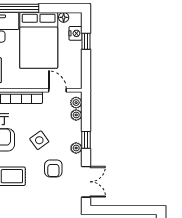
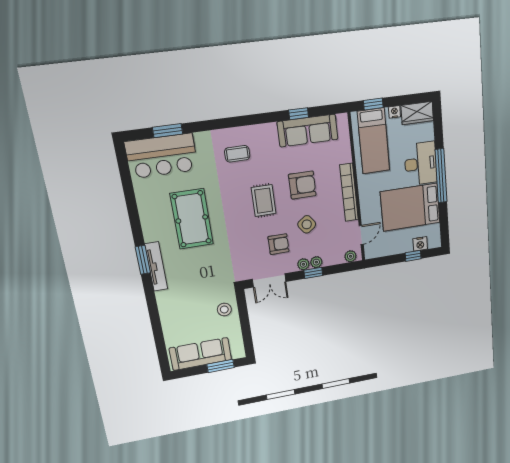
floor lamp: (64, 17) -> (435, 229), removed
plant: (76, 115) -> (316, 262), moved
armchair: (53, 168) -> (279, 244), turned 180

